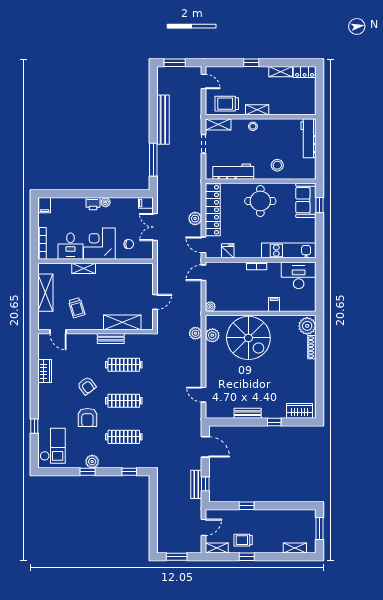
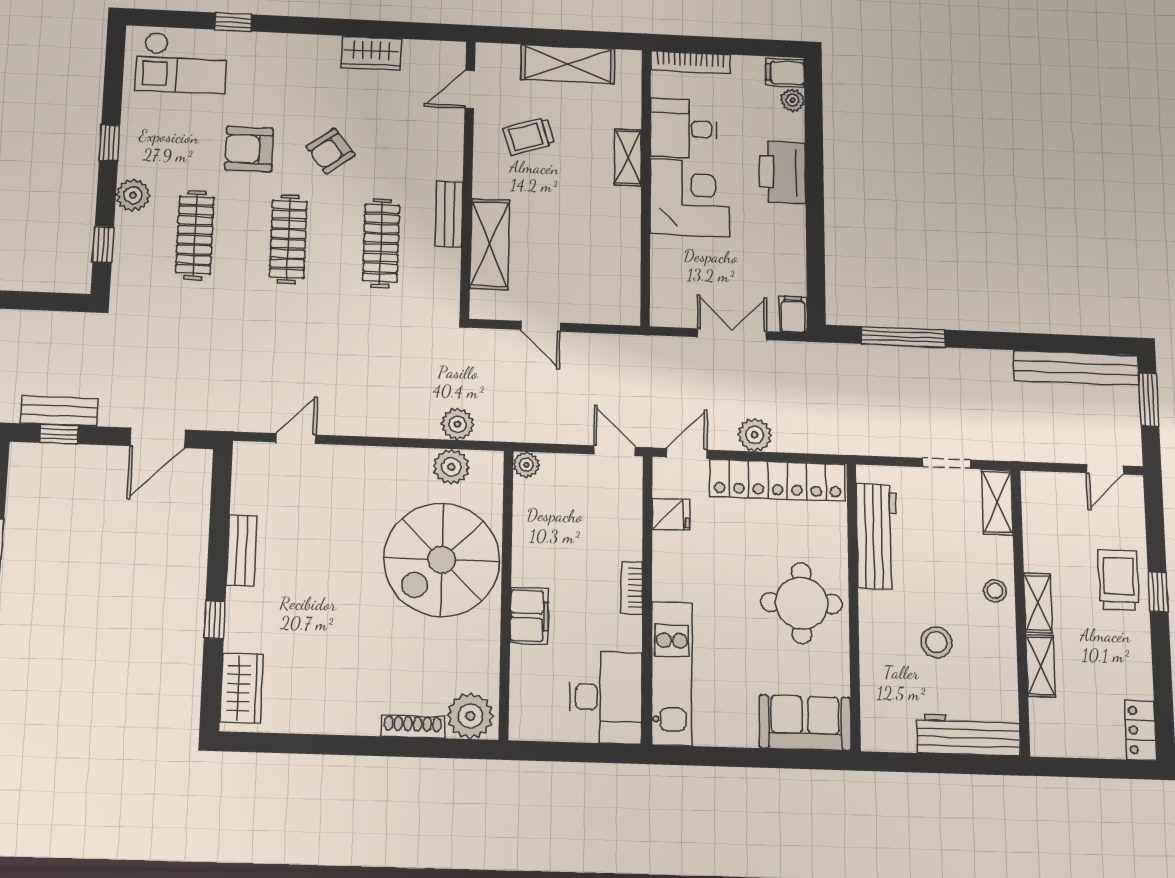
shelving: (281, 72) -> (1041, 666), moved
trolley: (227, 104) -> (1118, 580), moved
bench: (163, 120) -> (1076, 368), moved
stool: (277, 165) -> (936, 642), moved
plant: (106, 202) -> (792, 100), moved
printer: (93, 204) -> (782, 172), width x1.87, depth x1.48
window: (319, 205) -> (793, 759), removed
chair: (129, 244) -> (689, 268), removed
filing cabinet: (274, 304) -> (529, 616), width x2.00
plant: (92, 462) -> (133, 195), moved

